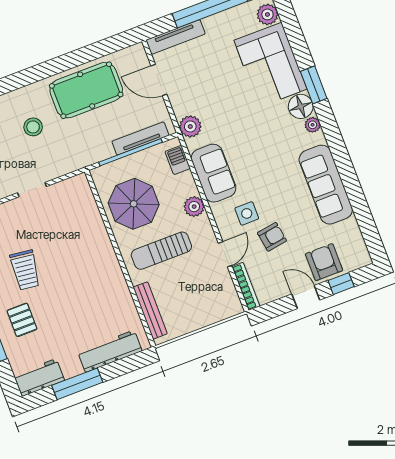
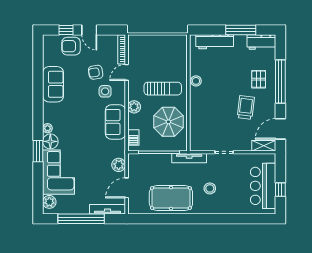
door: (159, 80) -> (127, 188), swing flipped
plant: (190, 126) -> (119, 165), moved
tv unit: (140, 138) -> (189, 158), moved
sofa: (326, 185) -> (53, 84), width x0.73
armchair: (324, 262) -> (71, 46), turned 90
stool: (115, 281) -> (196, 81), added
bench: (150, 310) -> (182, 56), removed

